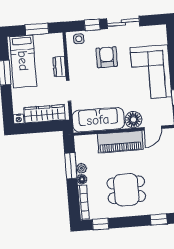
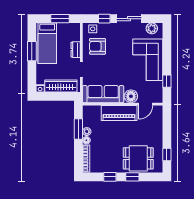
plant: (153, 32) -> (152, 28), added
armchair: (107, 57) -> (97, 46), moved, turned -90
dining table: (126, 190) -> (138, 158), moved
window: (159, 219) -> (132, 177), moved
window: (100, 224) -> (110, 177), moved

